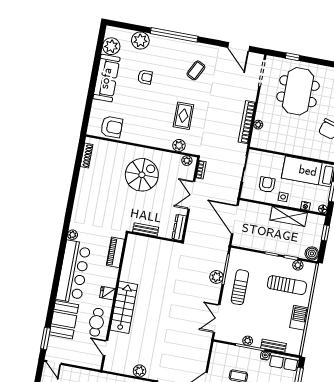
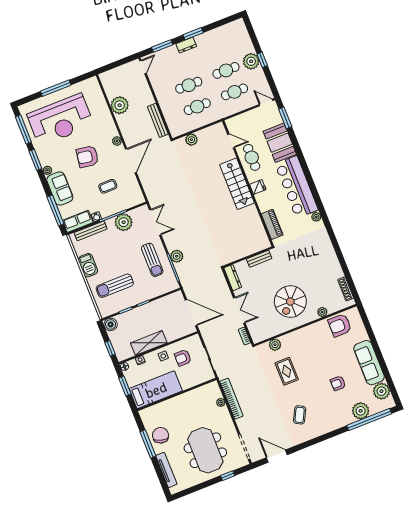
window: (174, 35) -> (369, 420), moved
plant: (187, 161) -> (322, 312), moved
armchair: (267, 185) -> (183, 358), turned 90
plant: (298, 265) -> (116, 308), removed
plant: (248, 341) -> (124, 222), width x1.87, depth x1.87
bench: (274, 346) -> (91, 231), width x1.36

